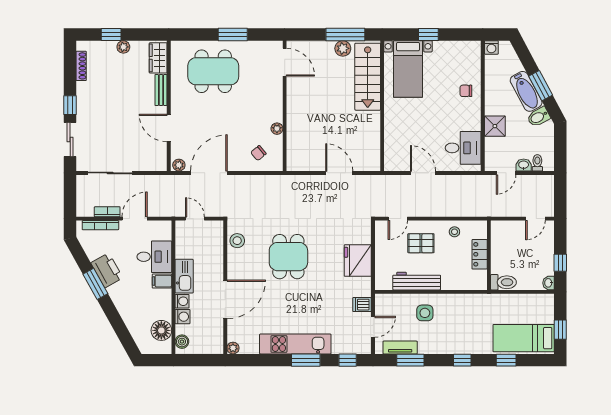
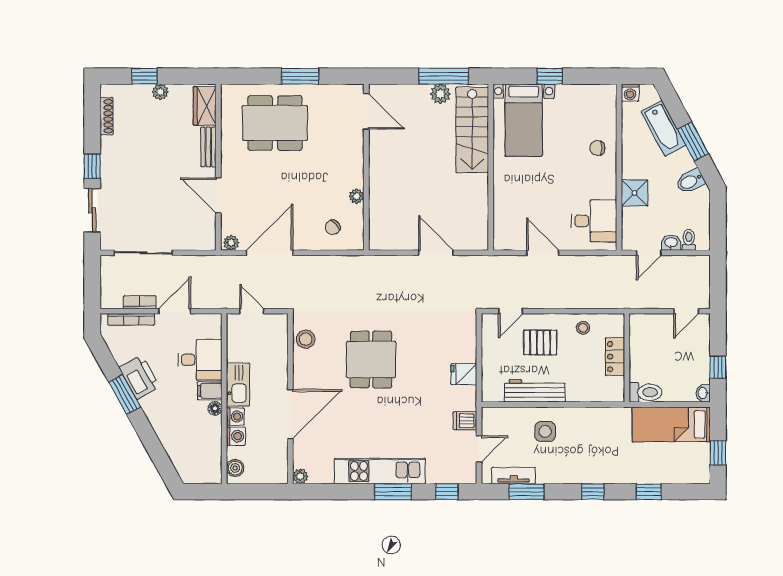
bathtub: (526, 91) -> (664, 128), moved
fridge: (358, 261) -> (464, 374), width x0.53, depth x0.75
floor lamp: (161, 330) -> (215, 408), moved, width x0.53, depth x0.53
bed: (524, 338) -> (671, 424), moved

